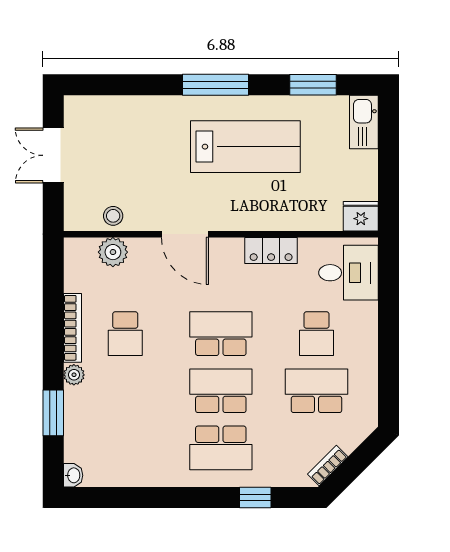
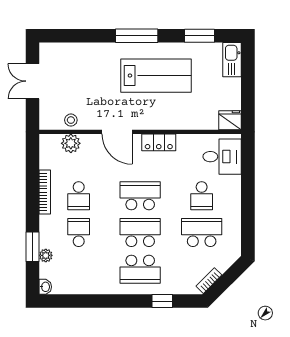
locker: (271, 251) -> (159, 142), moved
plant: (74, 375) -> (46, 255), moved
school desk: (125, 391) -> (79, 232), added

